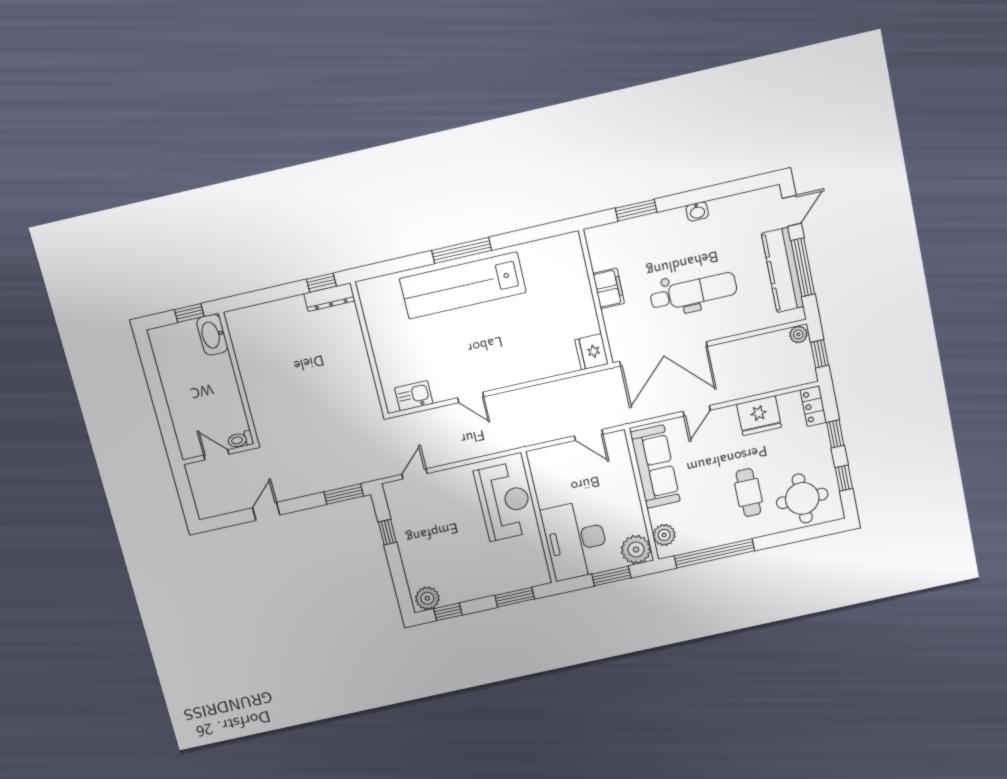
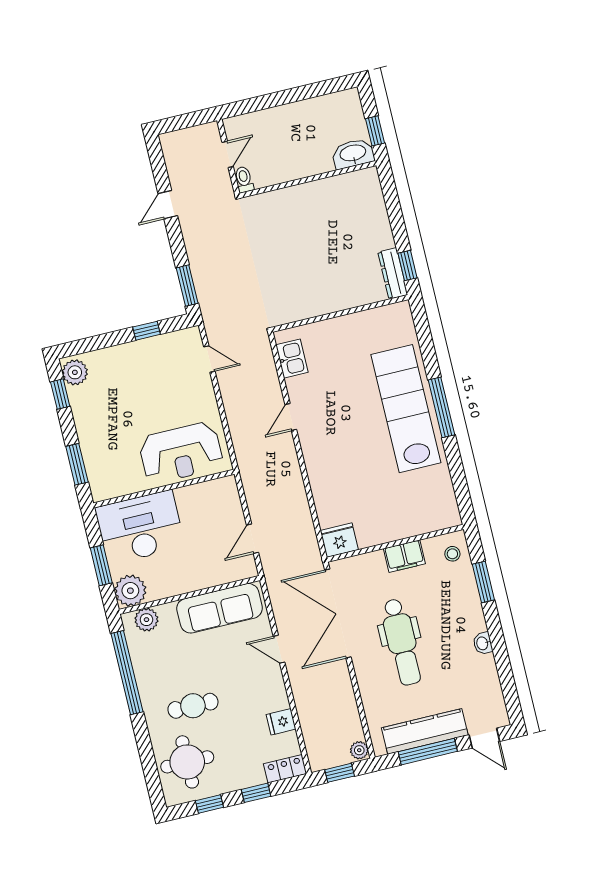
stool: (607, 241) -> (452, 554), added
fridge: (759, 416) -> (281, 722), width x0.53, depth x0.75
door: (266, 511) -> (168, 205), swing flipped

